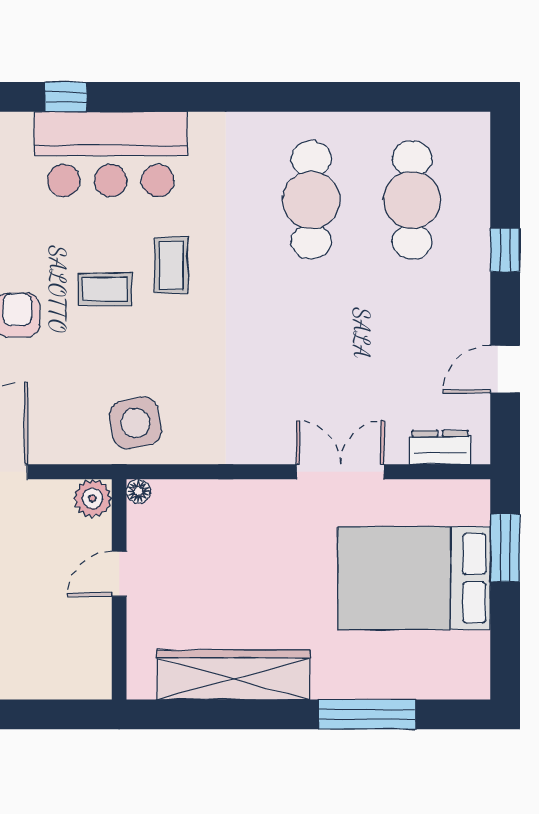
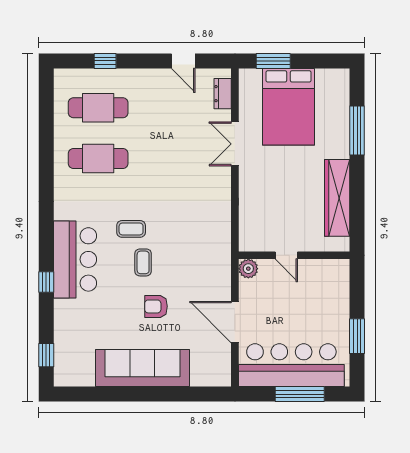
window: (505, 250) -> (105, 61), moved
side table: (135, 423) -> (210, 247), removed
floor lamp: (138, 491) -> (245, 246), removed

